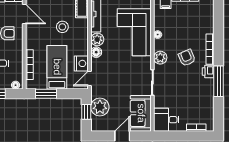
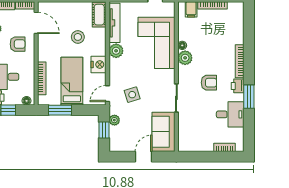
floor lamp: (96, 52) -> (115, 65), removed
plant: (160, 58) -> (185, 58), moved
armchair: (187, 58) -> (209, 83), moved, turned 113
nightstand: (81, 63) -> (99, 65), moved
side table: (112, 80) -> (132, 95), added
window: (219, 81) -> (249, 97), width x0.69
plant: (100, 107) -> (114, 120), width x0.53, depth x0.53
desk: (166, 120) -> (230, 114), moved, turned 180

